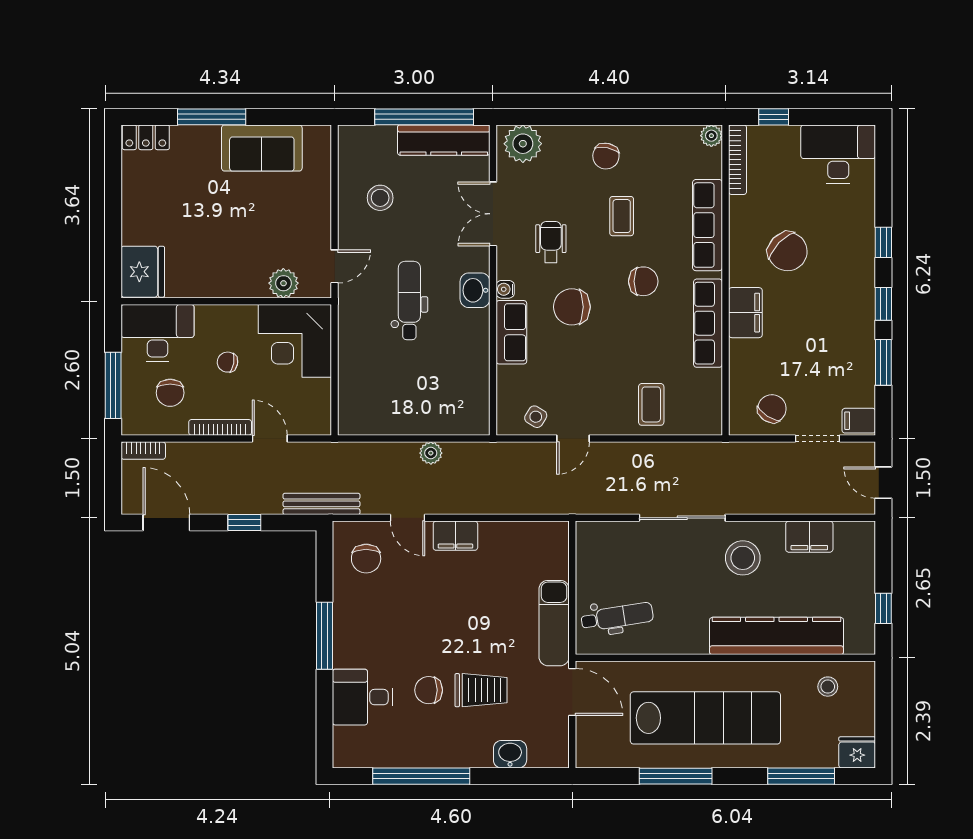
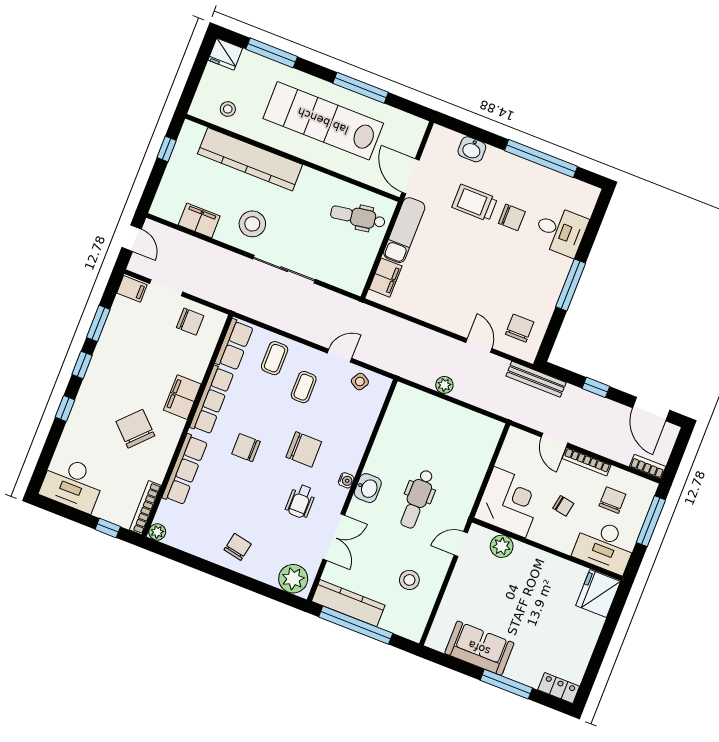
coffee table: (622, 216) -> (304, 387), moved
row of seats: (511, 332) -> (234, 345), moved, turned 180
chair: (772, 409) -> (190, 322), turned -123
filing cabinet: (455, 536) -> (385, 278), moved, turned 90

